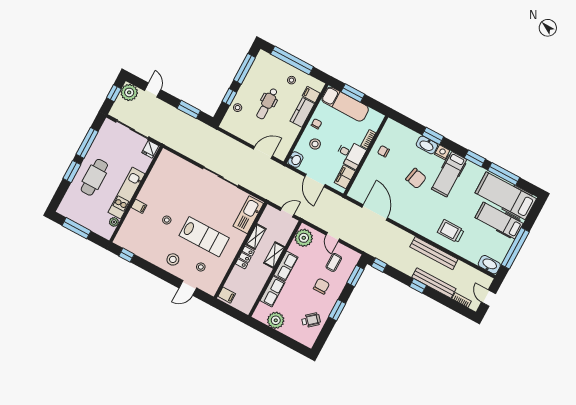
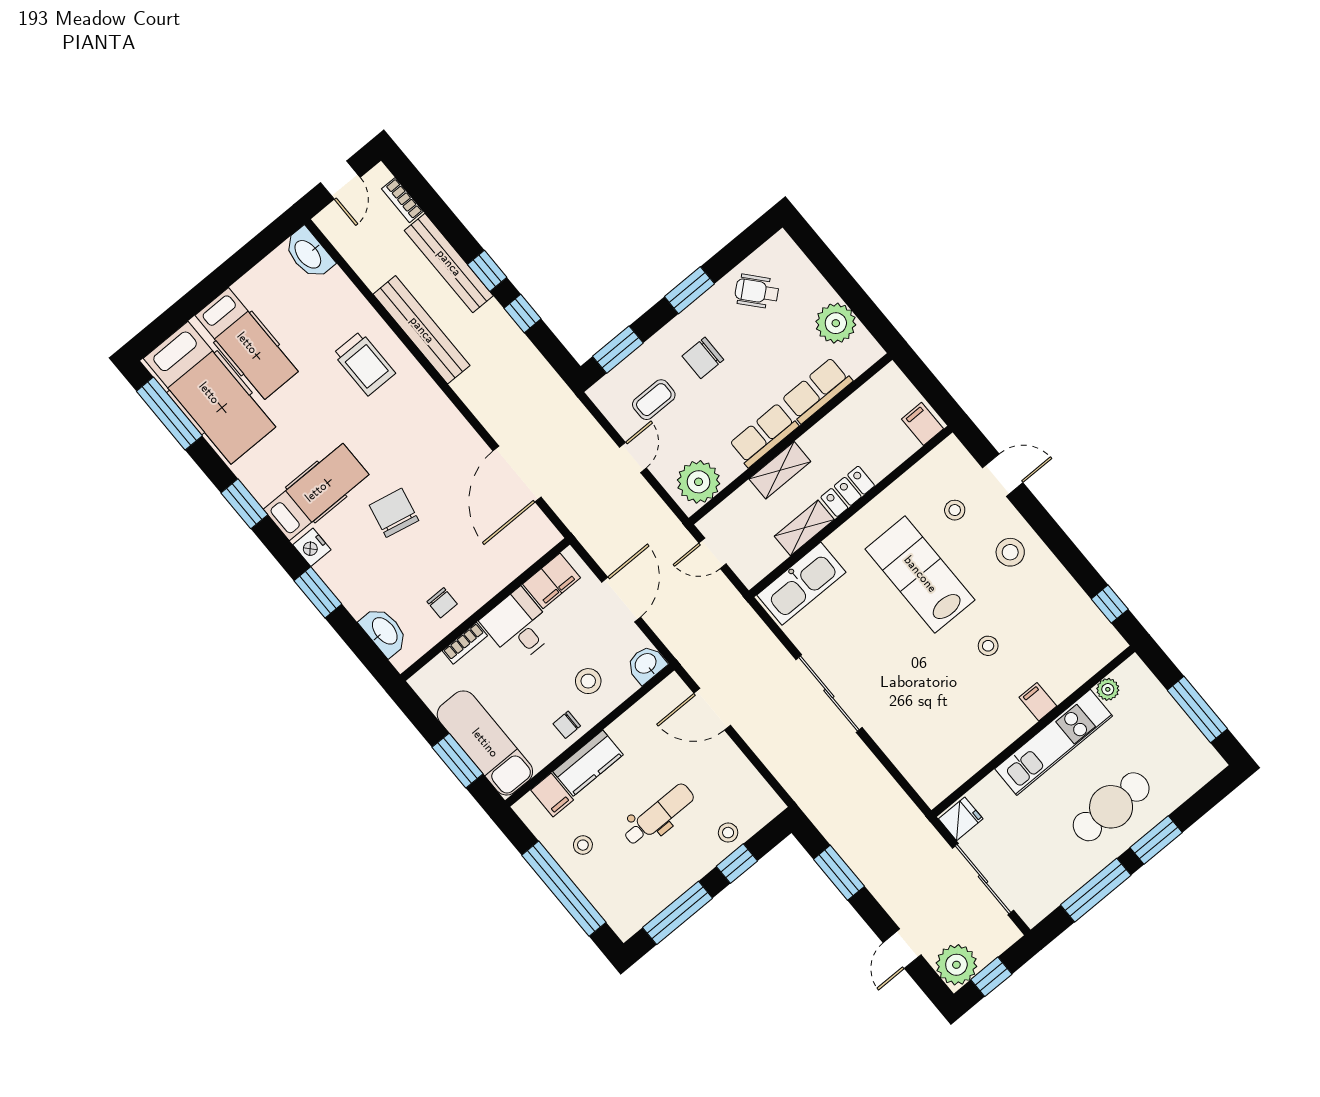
washbasin: (427, 145) -> (384, 631), moved
window: (504, 174) -> (169, 413), moved
window: (515, 248) -> (236, 267), removed
window: (379, 265) -> (523, 314), moved

